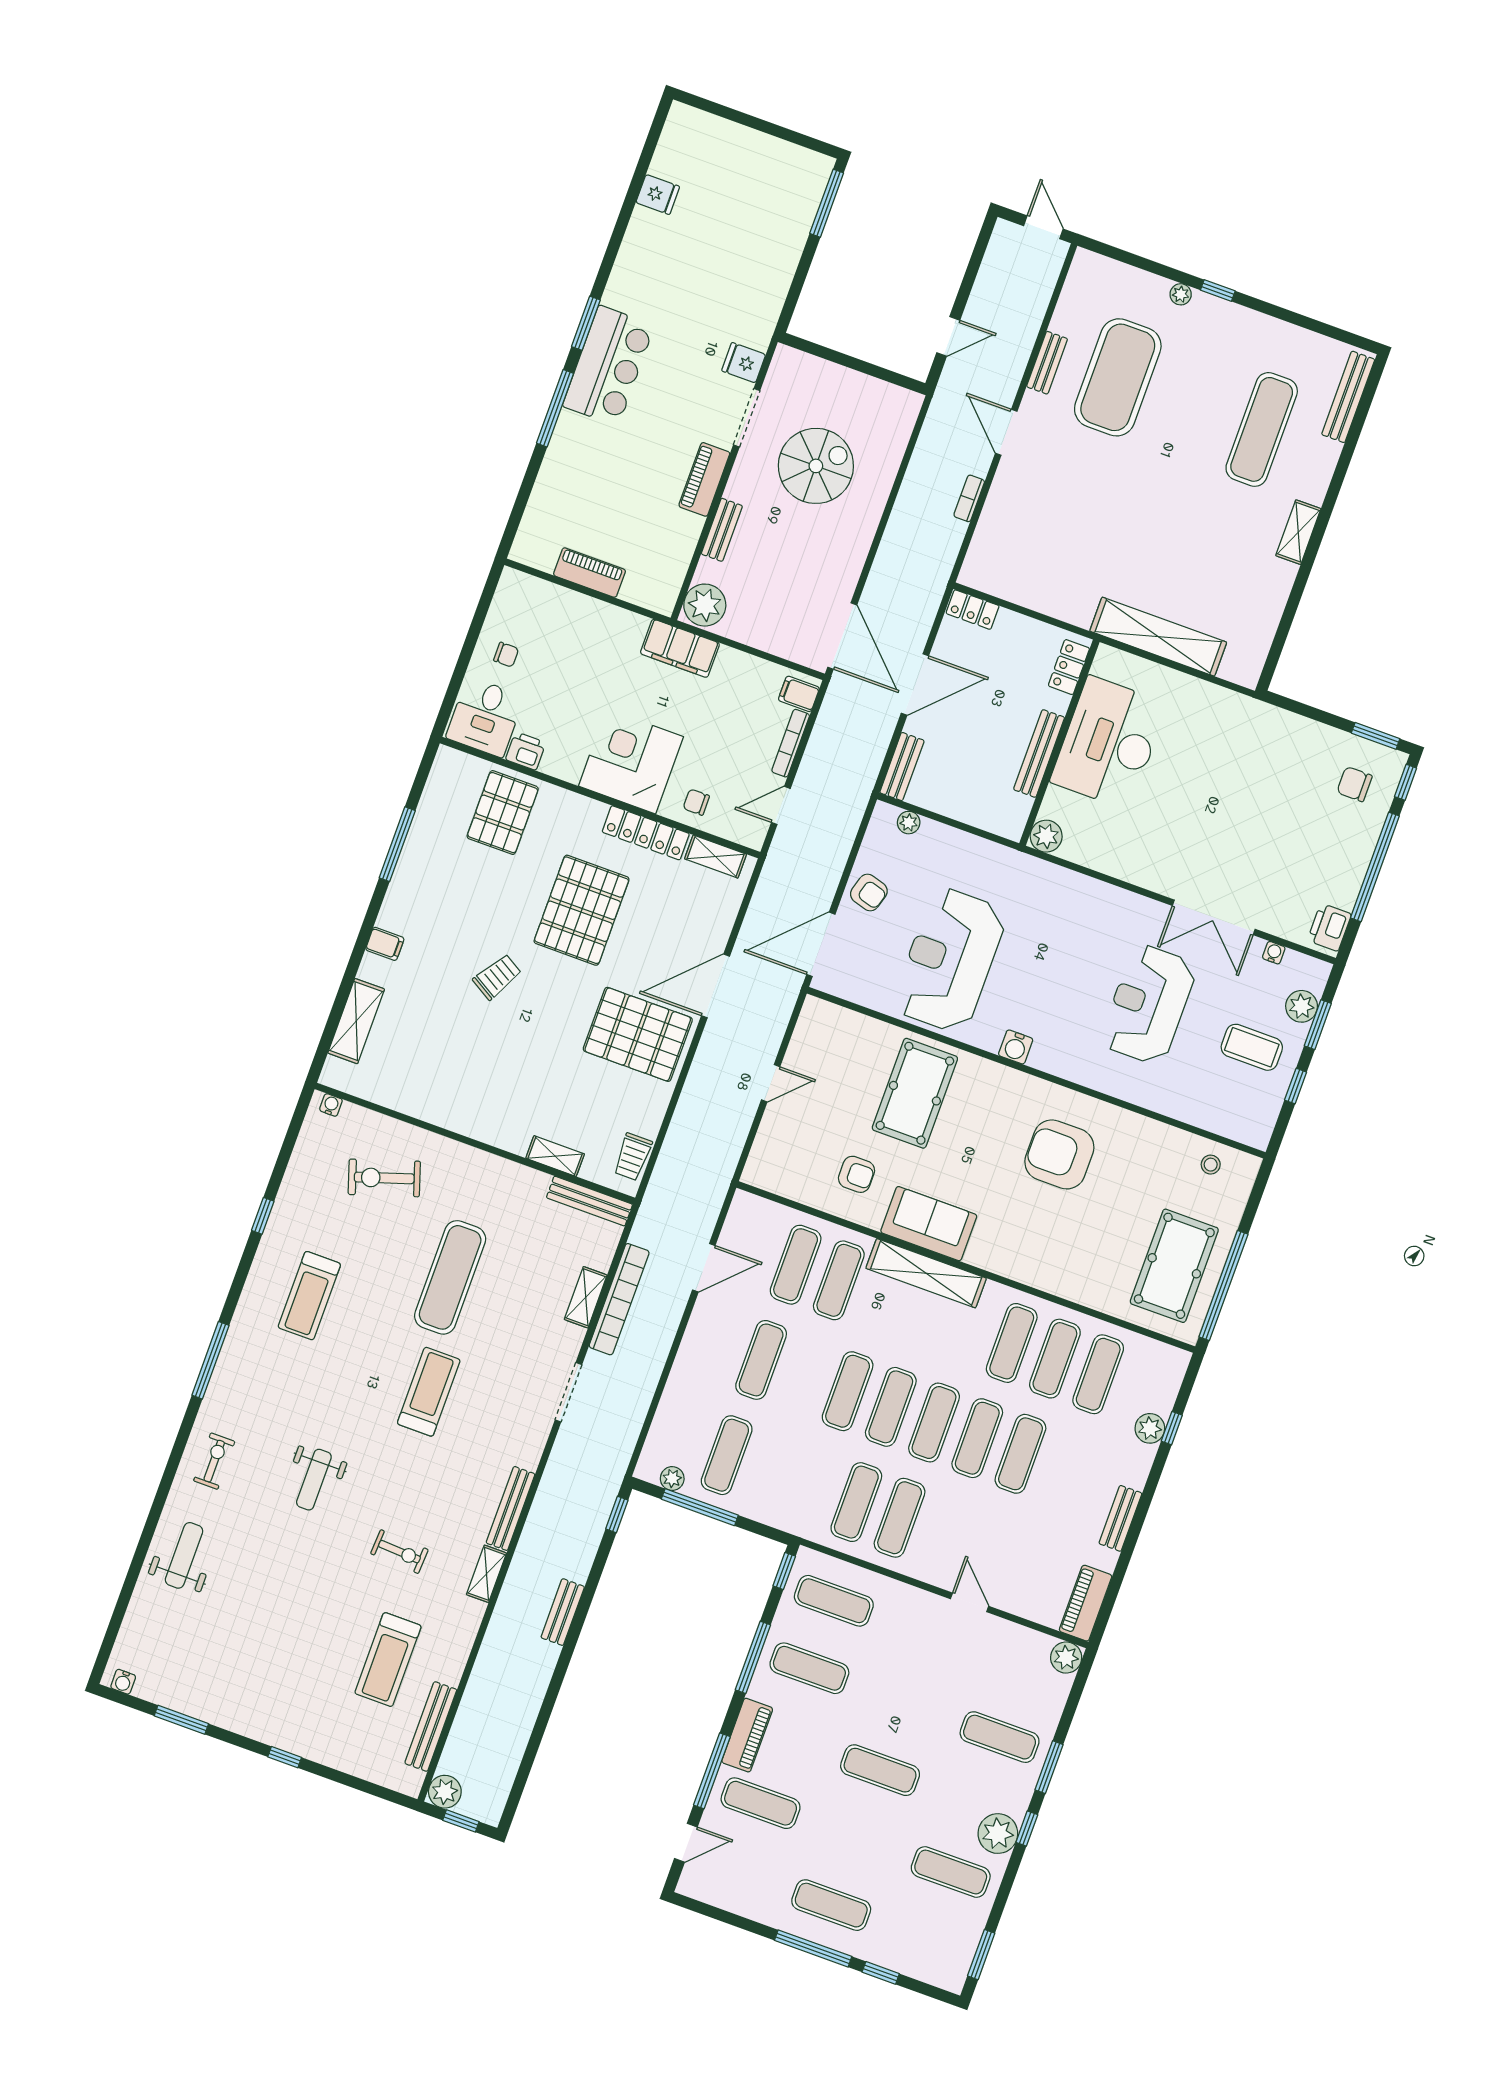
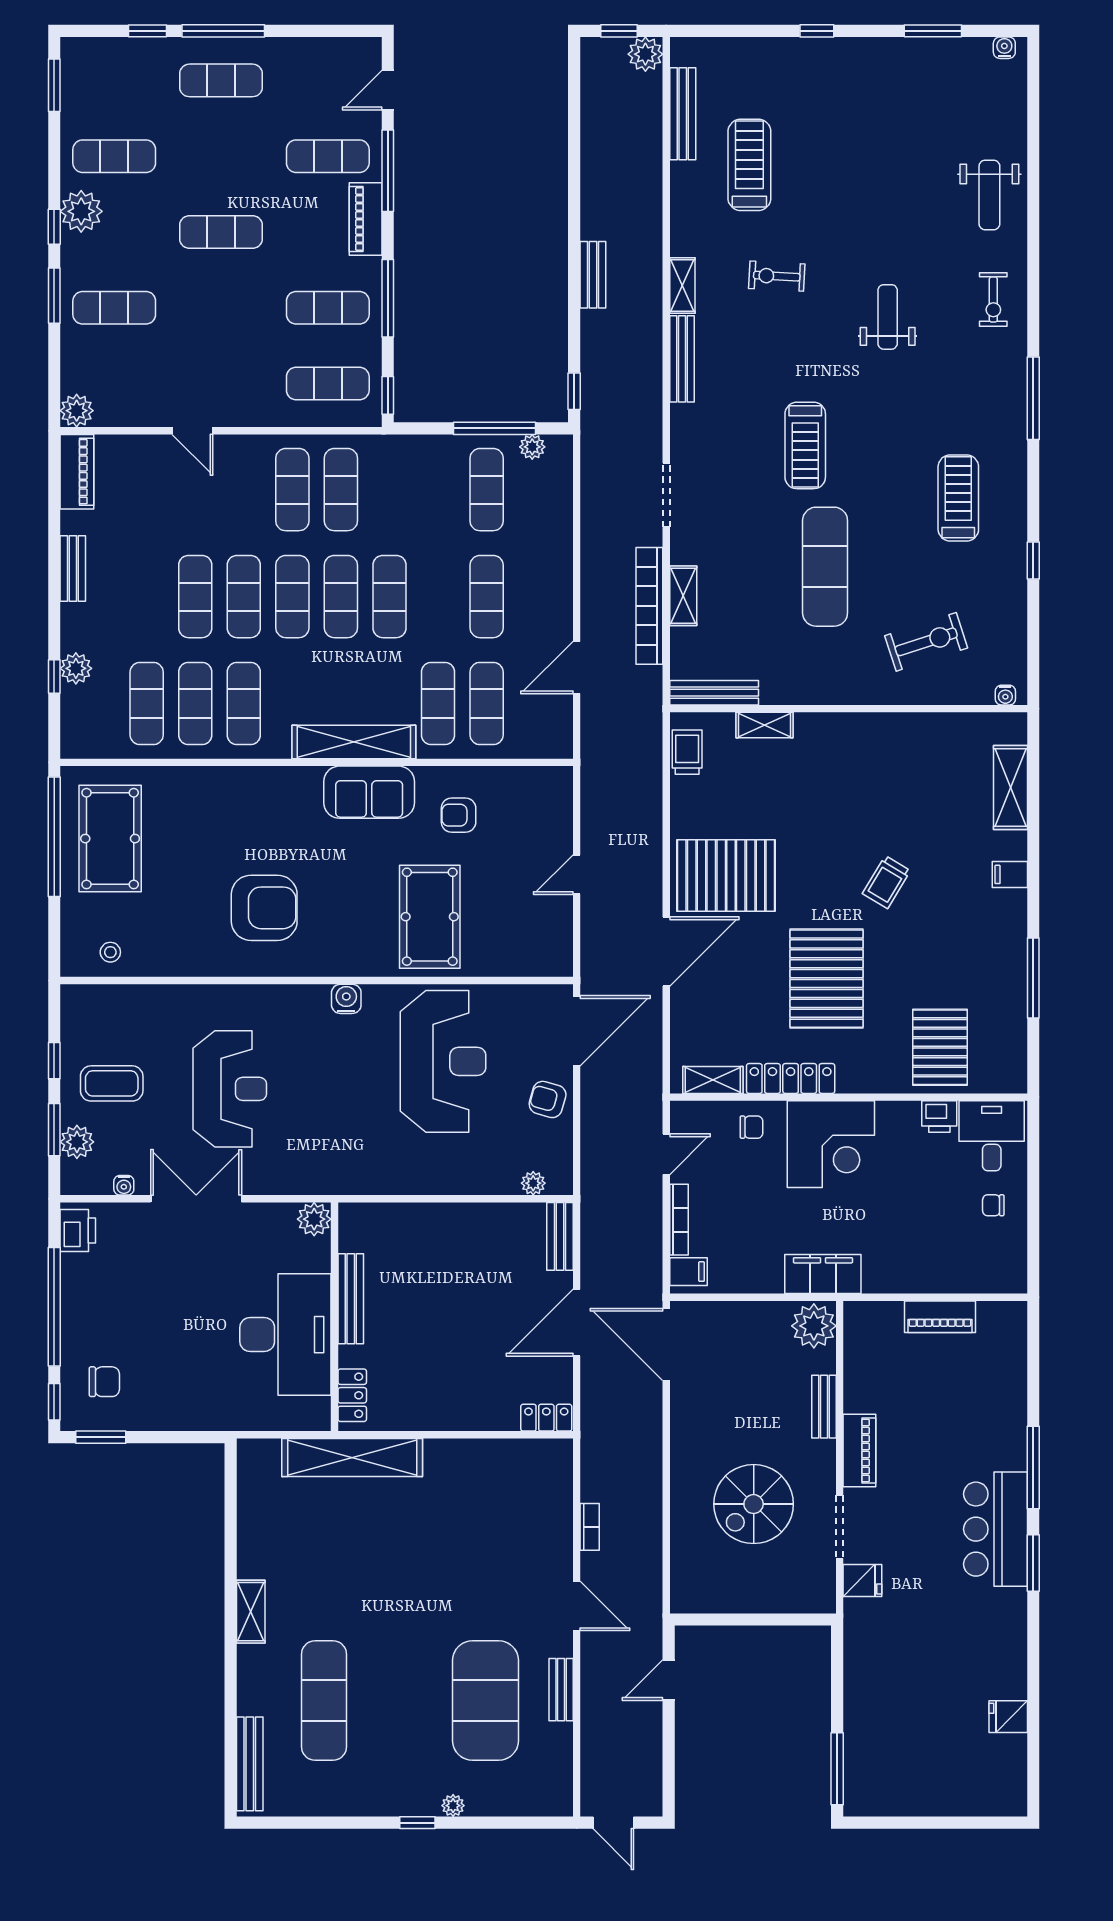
locker: (1069, 667) -> (352, 1395), moved
wall: (1059, 743) -> (335, 1317), moved
desk: (1109, 743) -> (285, 1335), moved
bench: (1039, 753) -> (351, 1299), moved
plant: (1046, 836) -> (314, 1219), moved

